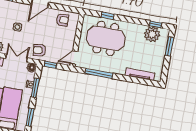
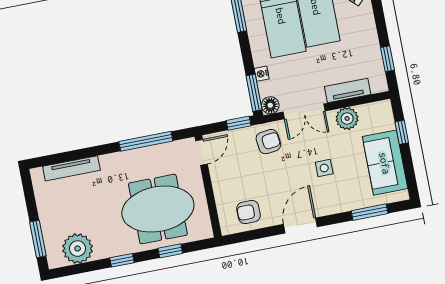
window: (155, 24) -> (122, 260), moved
window: (35, 88) -> (254, 93), moved

